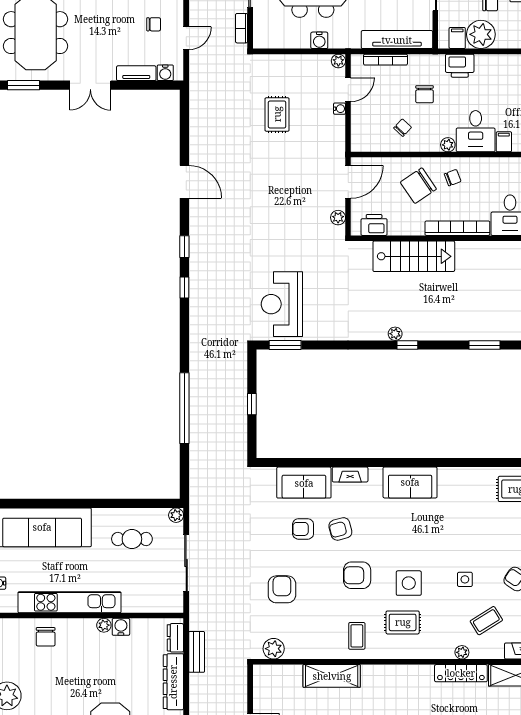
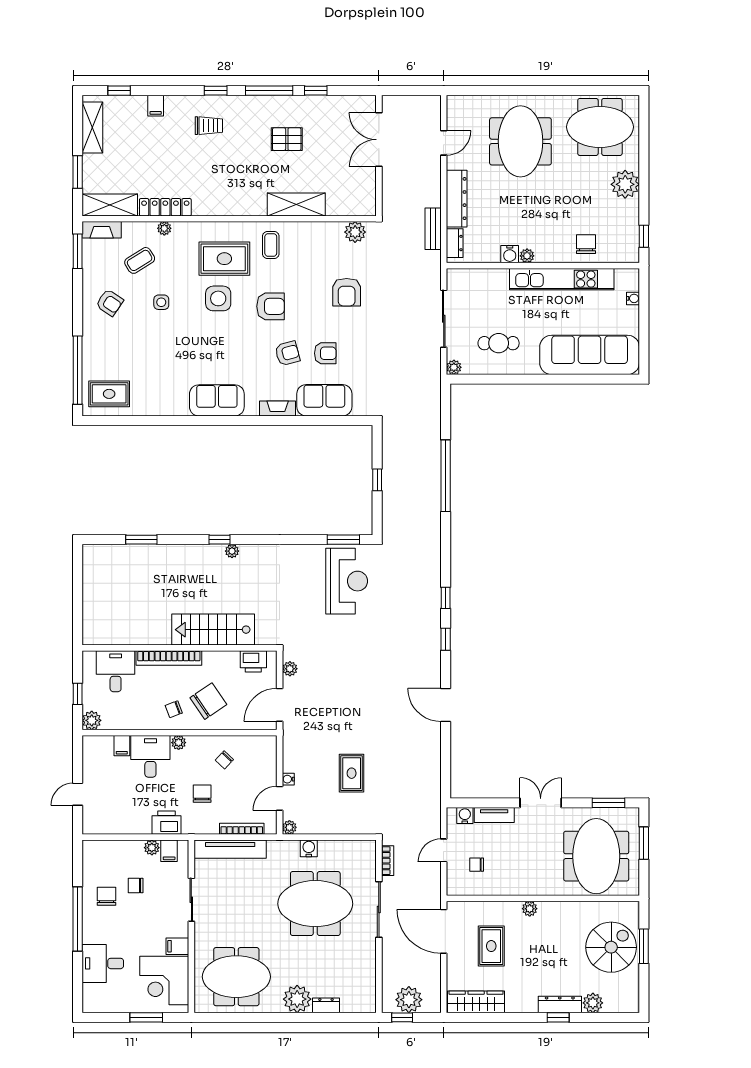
plant: (481, 34) -> (152, 848), width x0.53, depth x0.53
rug: (403, 622) -> (224, 259), width x1.36, depth x1.43

